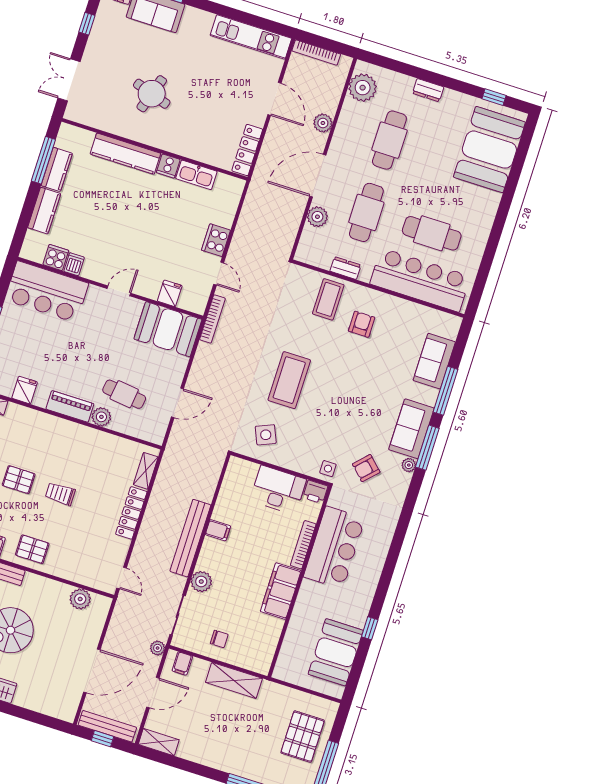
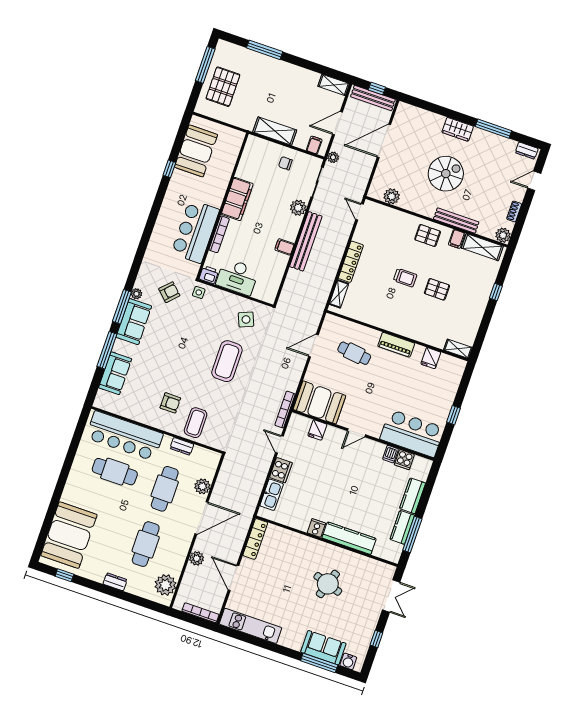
kitchen sink: (196, 175) -> (272, 495), moved, turned 90
armchair: (362, 324) -> (170, 403), turned -90
plant: (101, 417) -> (372, 336), removed

